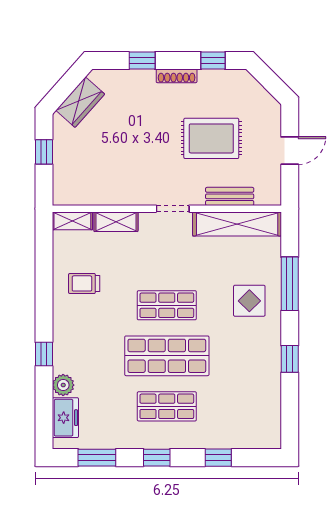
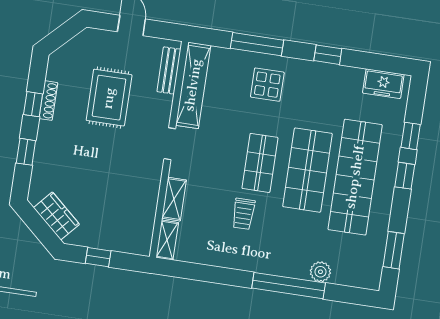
window: (213, 61) -> (33, 104), moved
shoe rack: (177, 76) -> (48, 101), moved
bench: (230, 196) -> (169, 70), moved
trolley: (84, 283) -> (243, 214), moved
window: (44, 354) -> (289, 286), width x3.17
shop shelf: (167, 406) -> (355, 177), width x2.00, depth x1.36
freezer: (65, 418) -> (383, 84), moved, turned 180
window: (157, 458) -> (405, 176), moved

